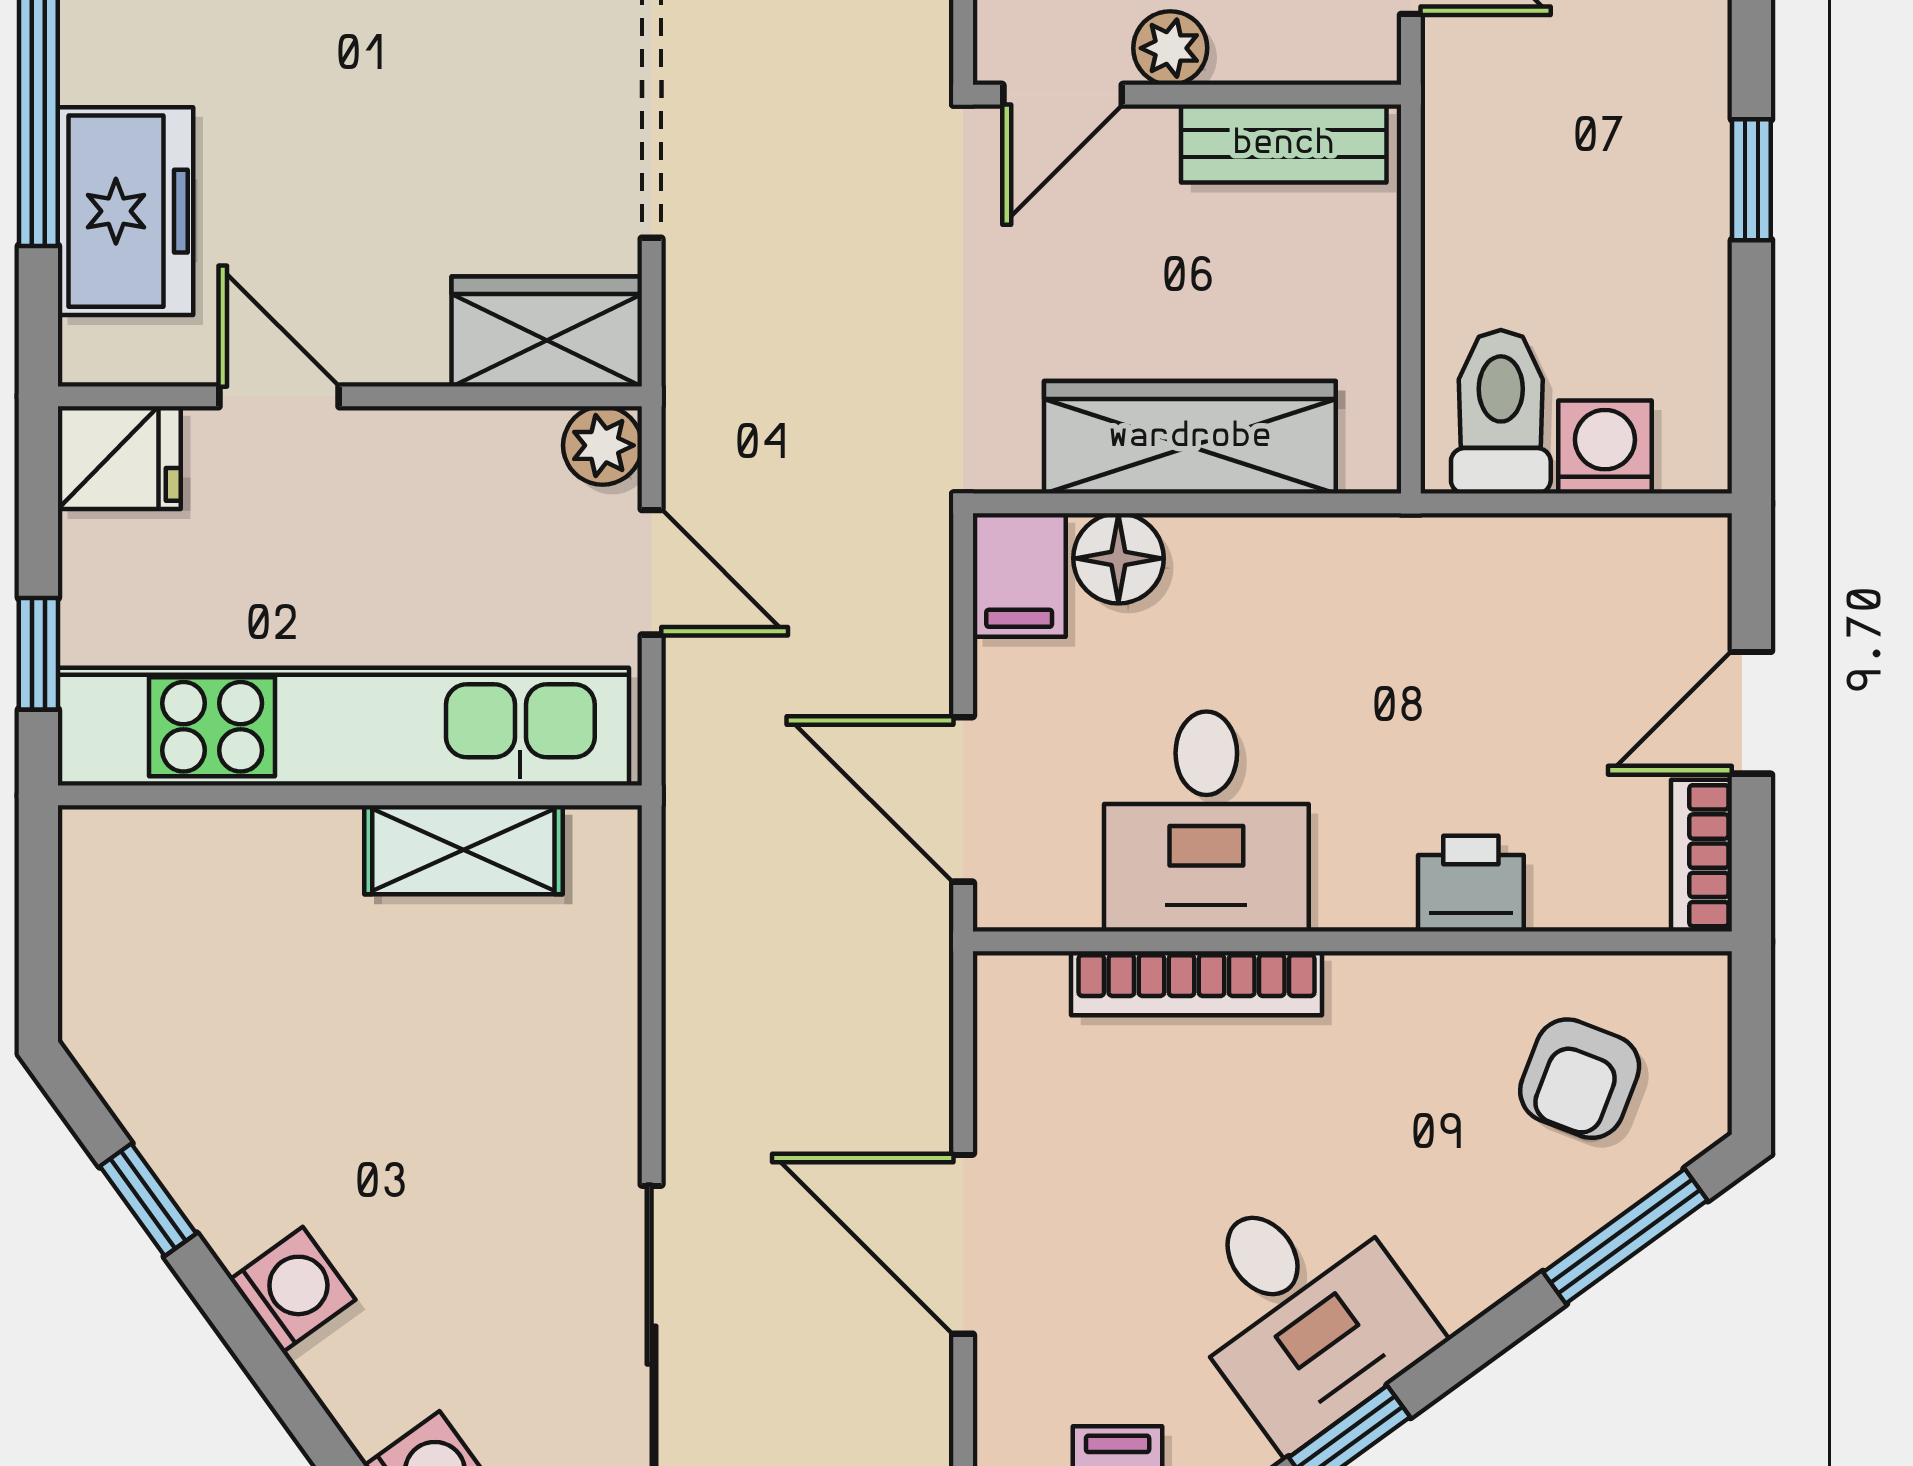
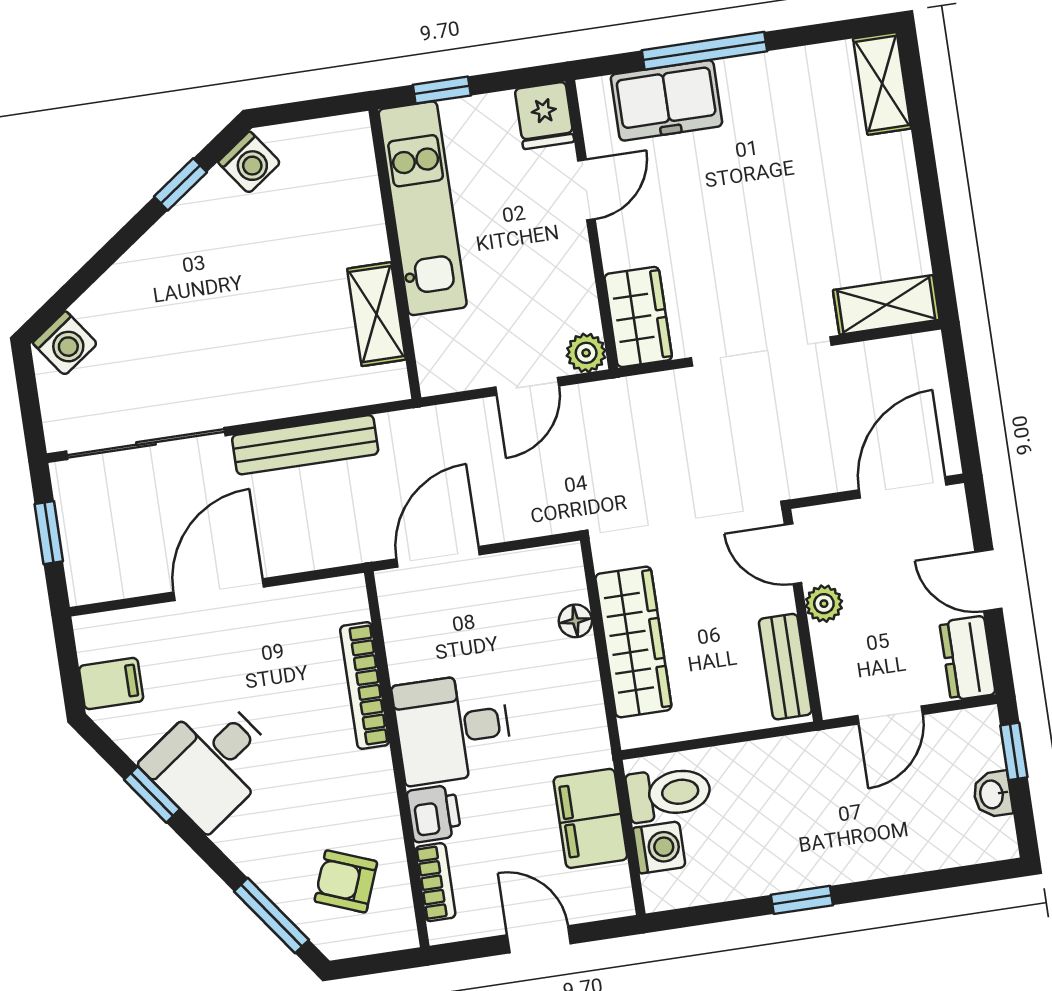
floor lamp: (1118, 558) -> (575, 621), width x0.73, depth x0.73
filing cabinet: (1019, 575) -> (590, 818), moved, width x2.00
kitchen unit: (343, 727) -> (423, 208), width x0.73
desk: (1206, 822) -> (453, 729), moved
bookcase: (1702, 856) -> (435, 882), moved, turned 90
bench: (701, 1030) -> (305, 445), added
washing machine: (293, 1290) -> (249, 162), moved

